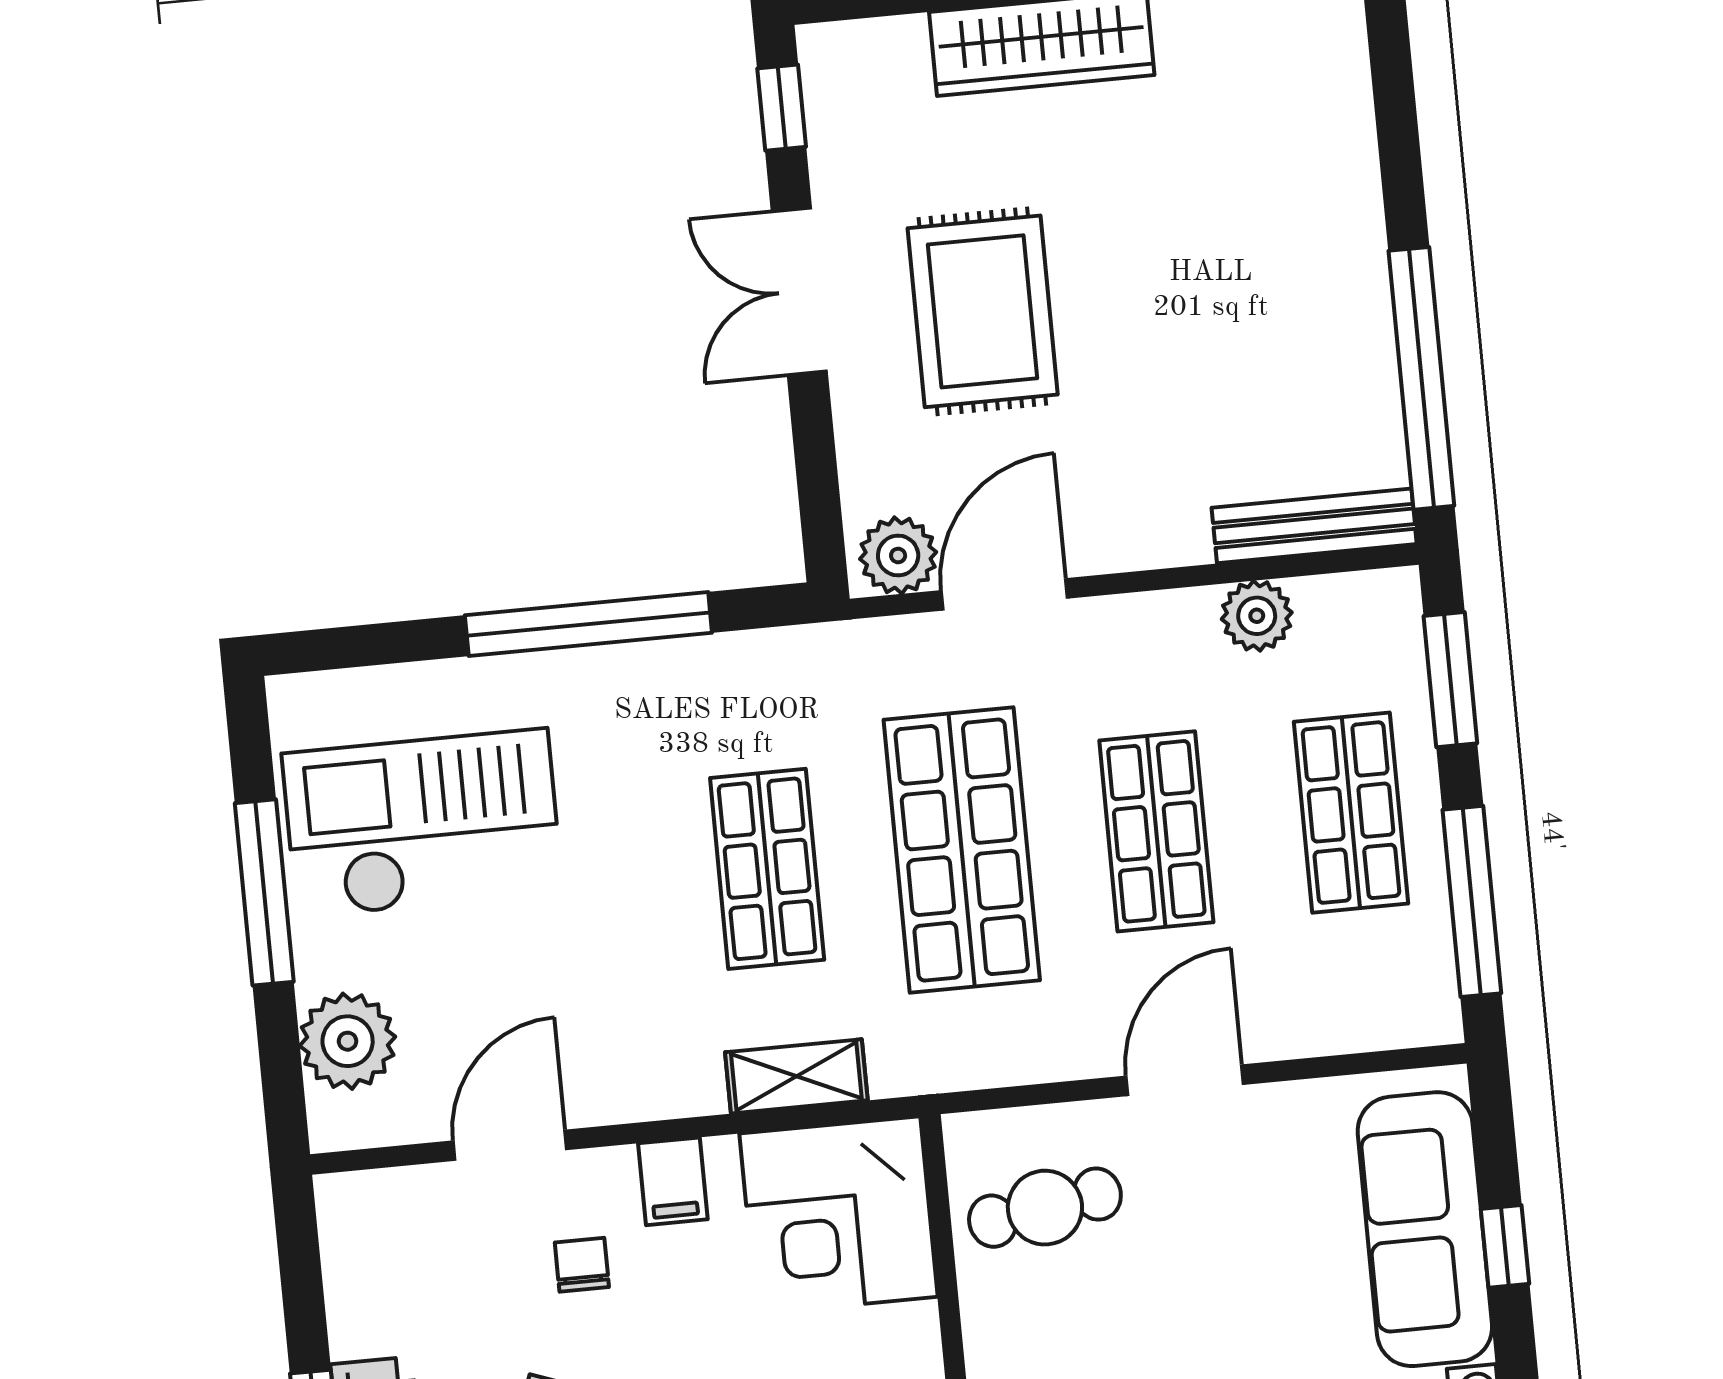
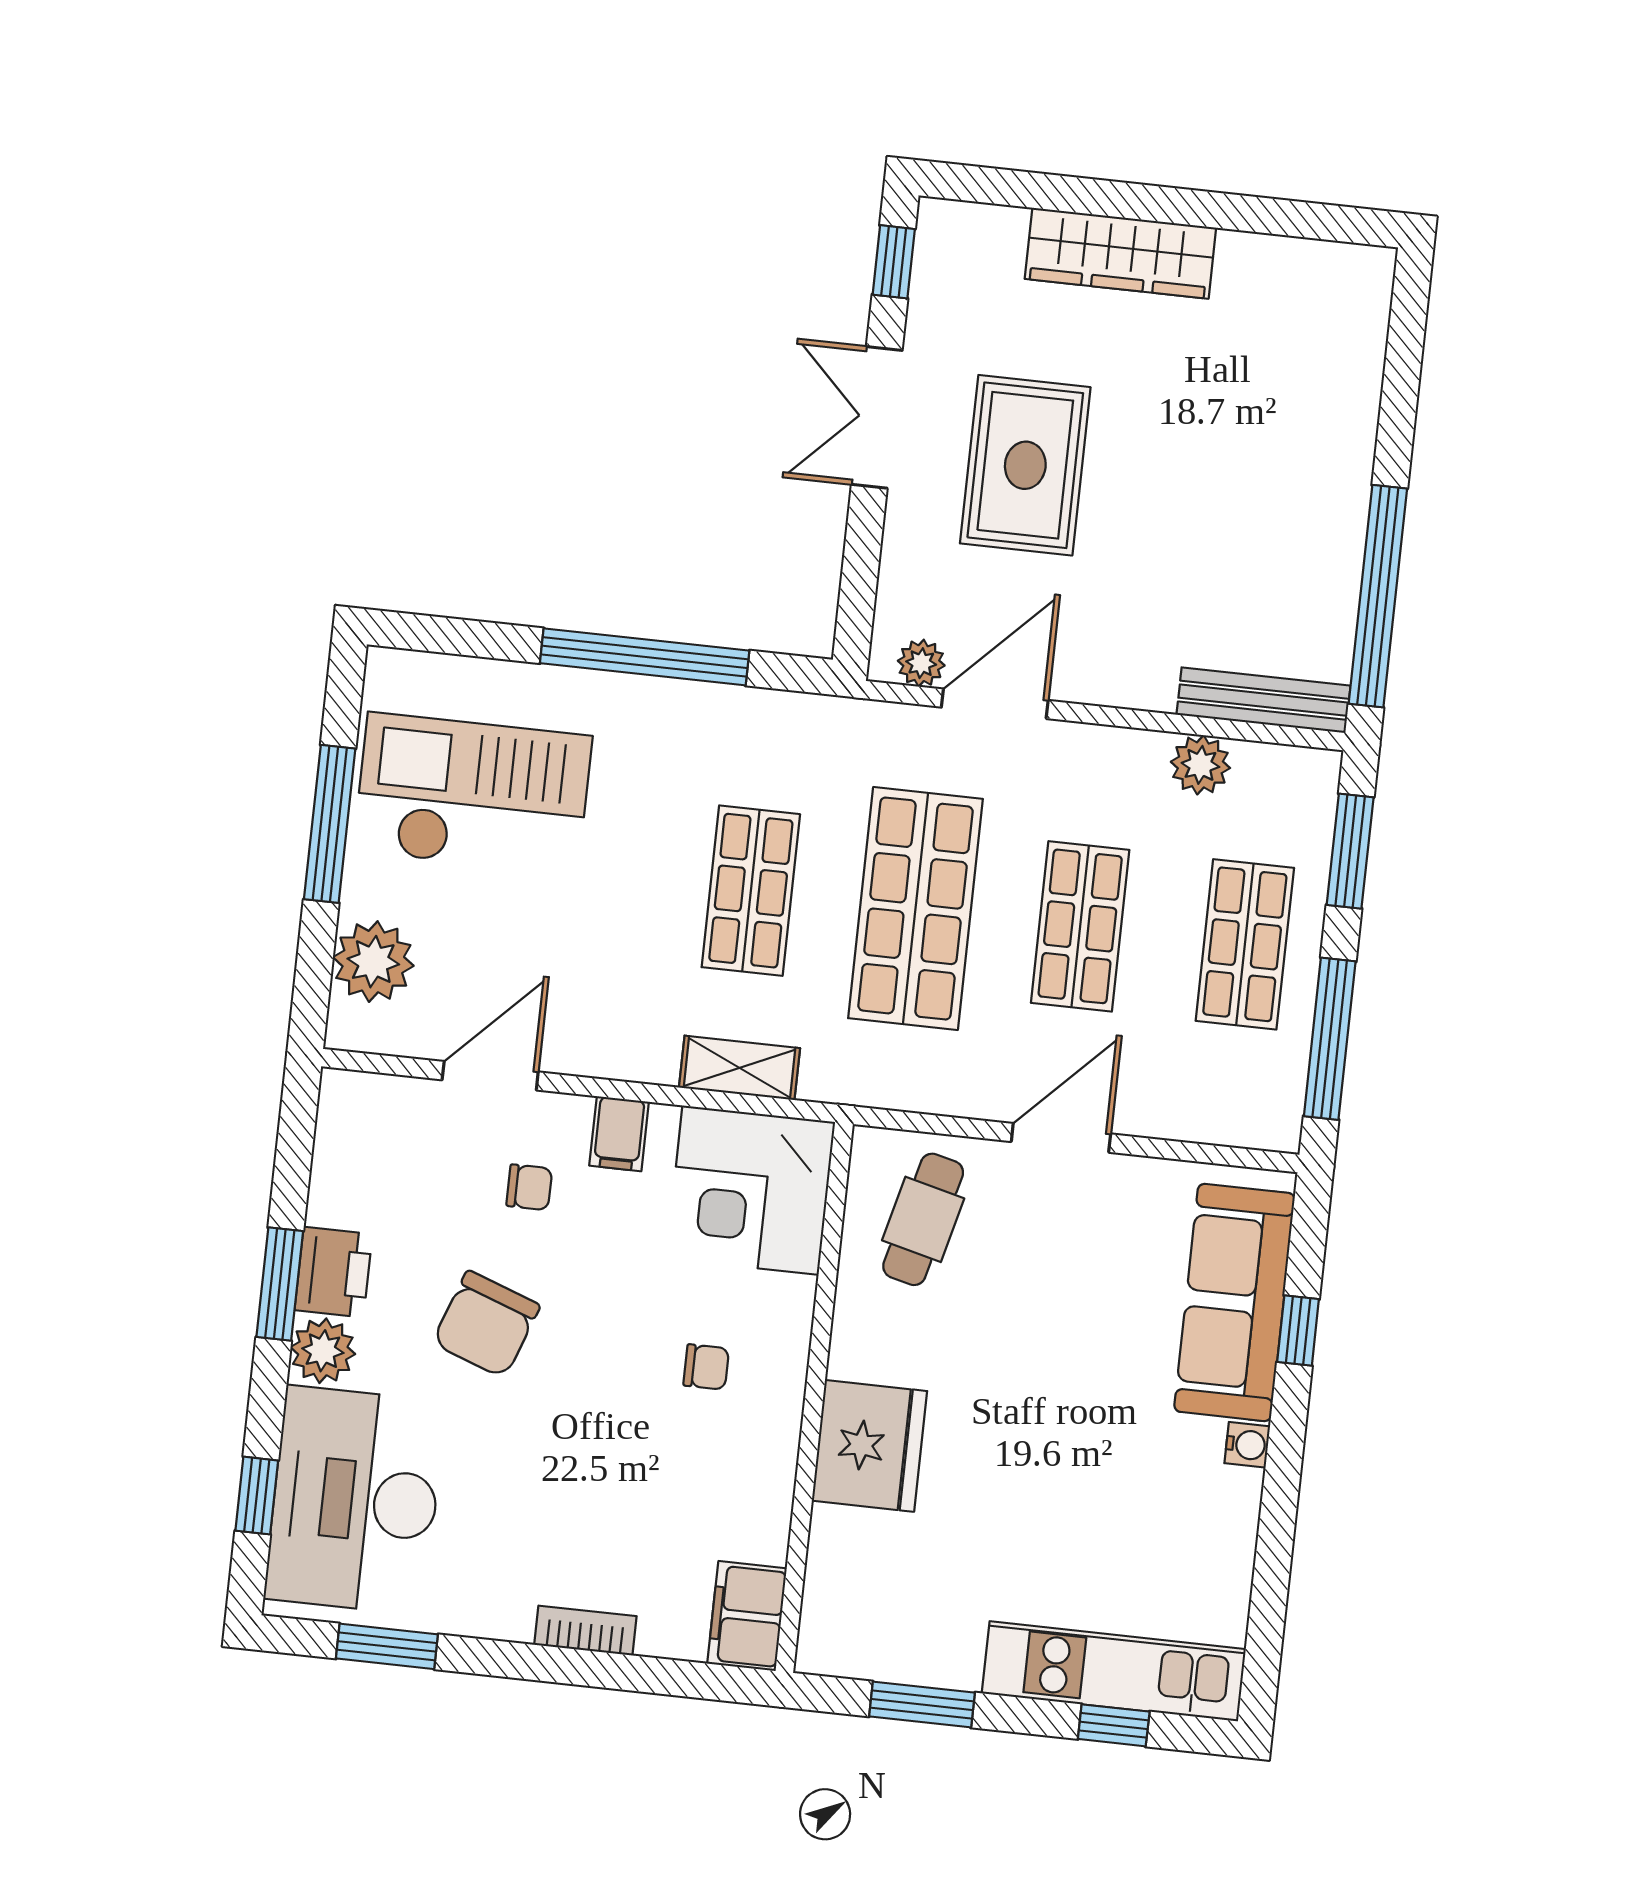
plant: (898, 555) -> (921, 663), width x0.73, depth x0.73
cafe table: (1045, 1208) -> (923, 1219), turned -67
chair: (582, 1265) -> (529, 1187), turned 90

